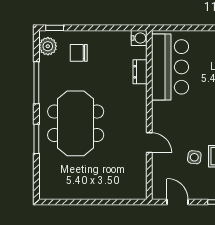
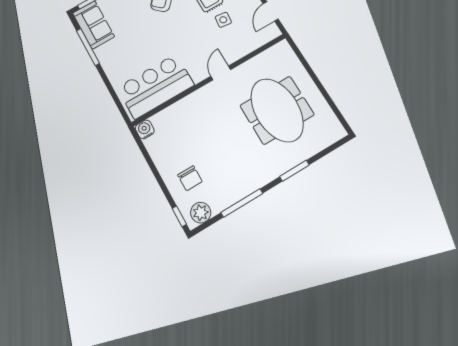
dresser: (140, 72) -> (175, 110), removed
meeting table: (76, 123) -> (277, 110), moved, turned 90
door: (149, 143) -> (221, 73), moved

